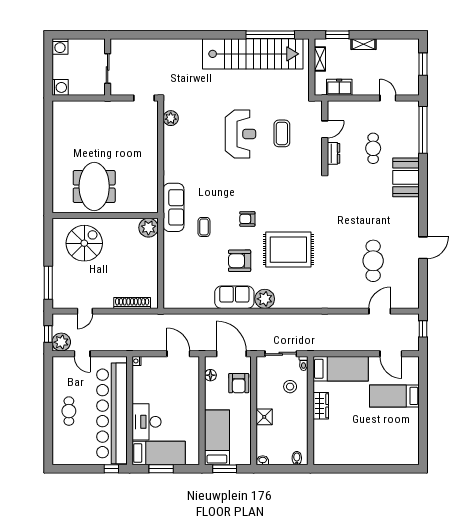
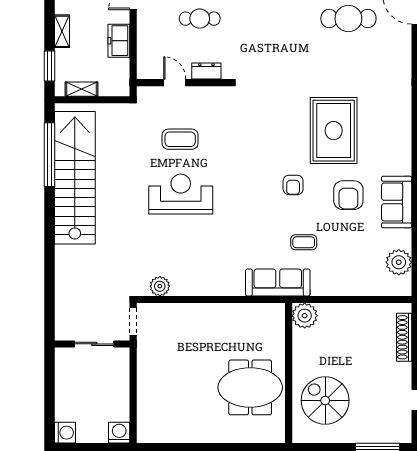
wall: (108, 67) -> (92, 344), moved
sliding door: (108, 69) -> (94, 344), moved
freezer: (339, 87) -> (119, 41), moved
plant: (265, 299) -> (399, 262), moved

